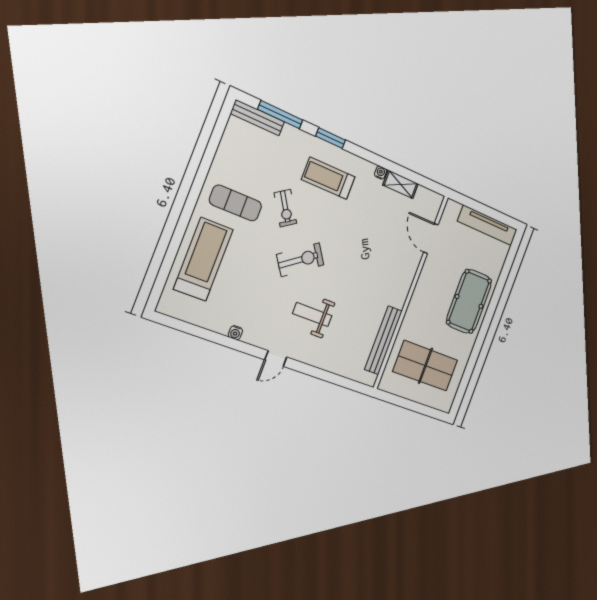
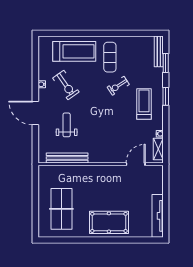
window: (280, 115) -> (166, 63), width x0.69
door: (431, 239) -> (136, 164), moved
exercise bike: (300, 260) -> (66, 85), moved
wall: (411, 292) -> (101, 164), moved
bench: (383, 340) -> (67, 158), moved
door: (276, 358) -> (35, 113), width x1.87

